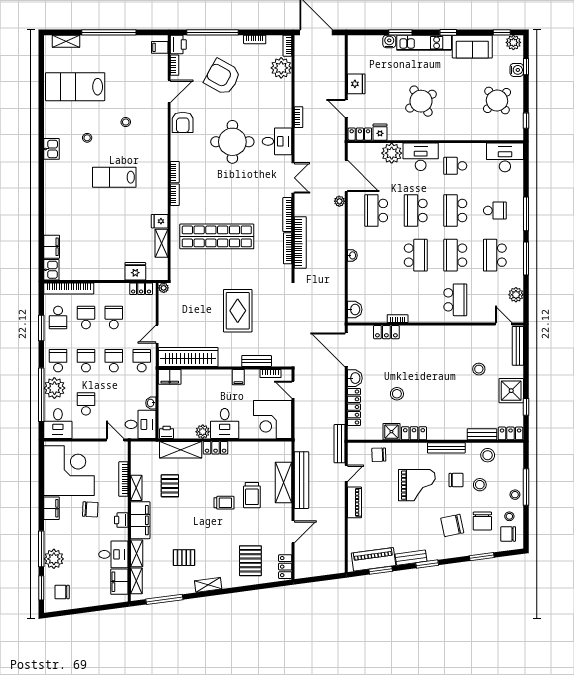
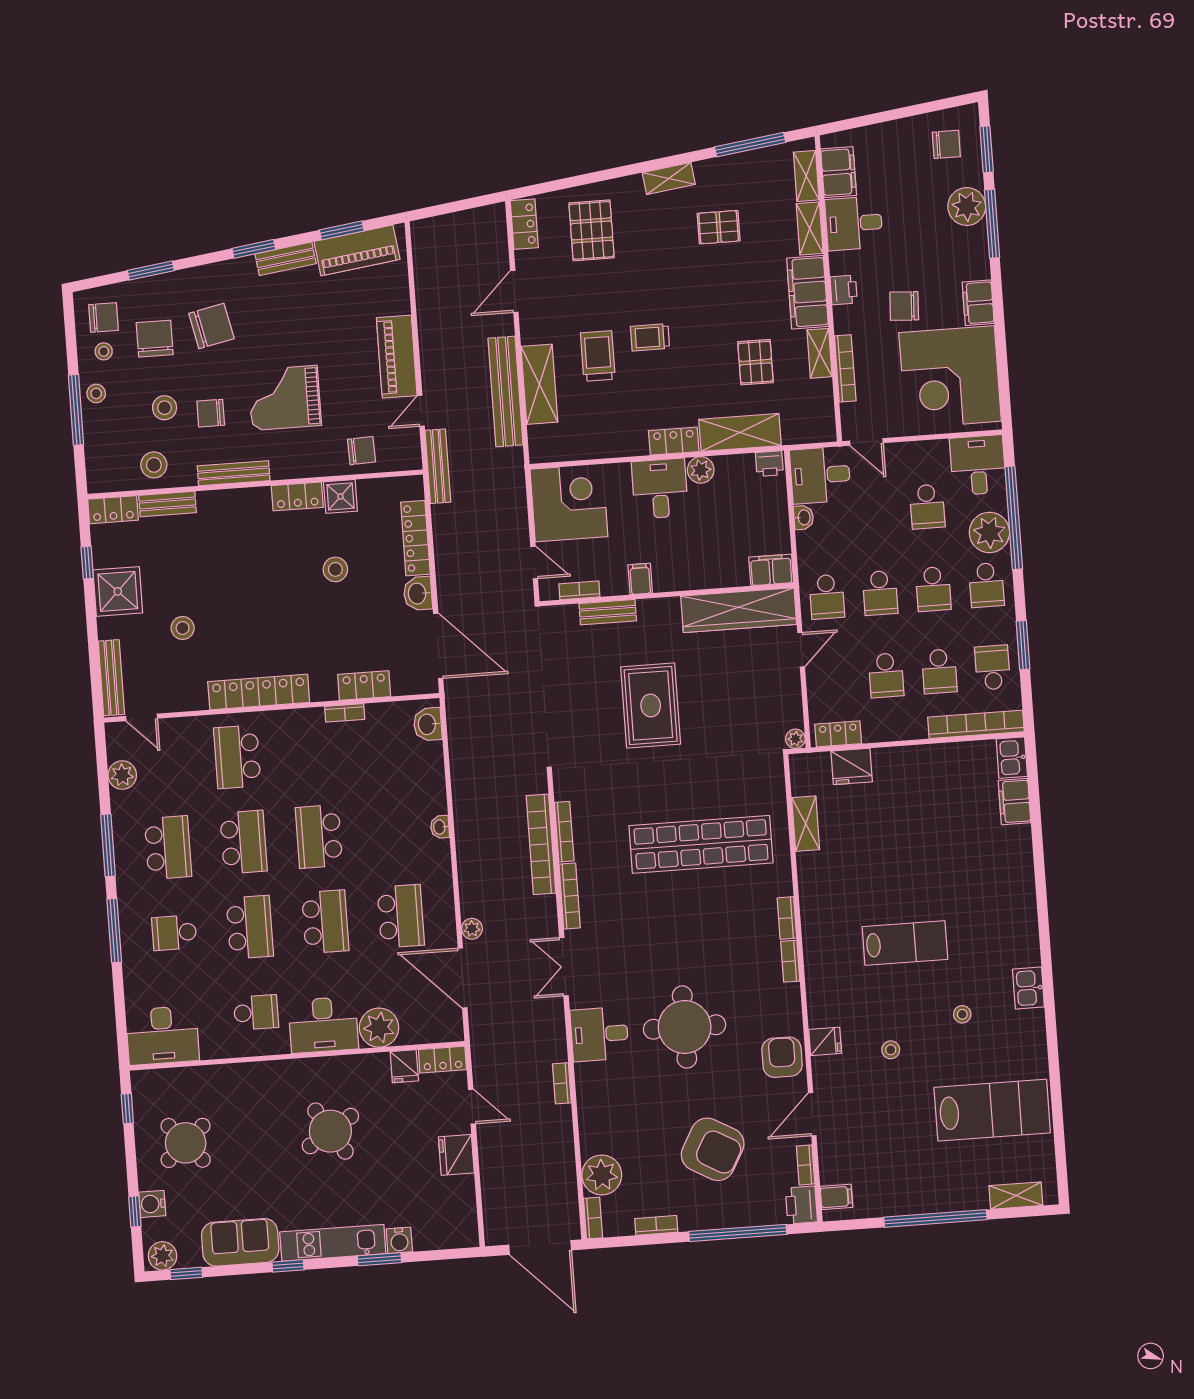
fridge: (160, 221) -> (825, 1041), moved
locker: (442, 333) -> (259, 692), added
piano: (354, 502) -> (397, 357), width x1.37, depth x1.33

